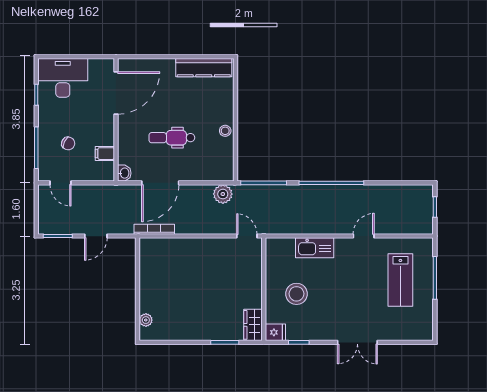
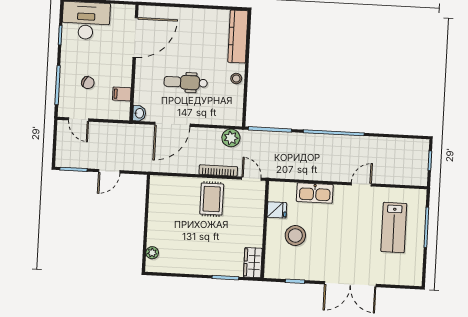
kitchen counter: (204, 68) -> (238, 36), moved, turned 90
bookcase: (154, 229) -> (218, 170), moved
rug: (206, 260) -> (212, 199), added
fridge: (275, 332) -> (277, 210), moved
double door: (357, 342) -> (350, 284), width x1.37

